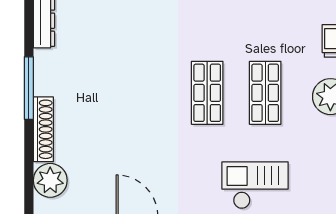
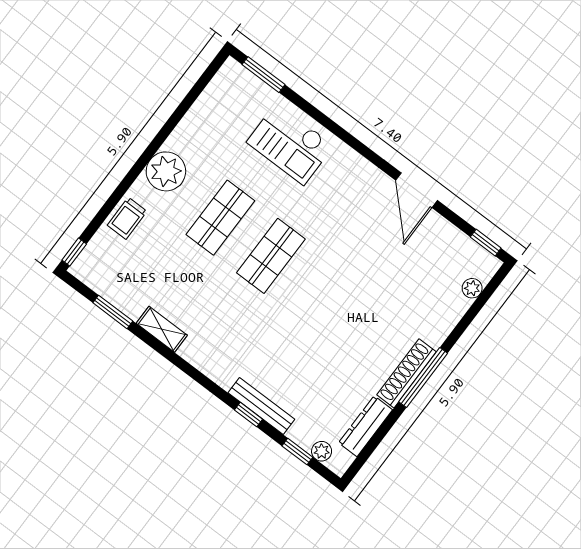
shoe rack: (43, 129) -> (406, 373), moved
plant: (50, 180) -> (472, 288), width x0.53, depth x0.53

